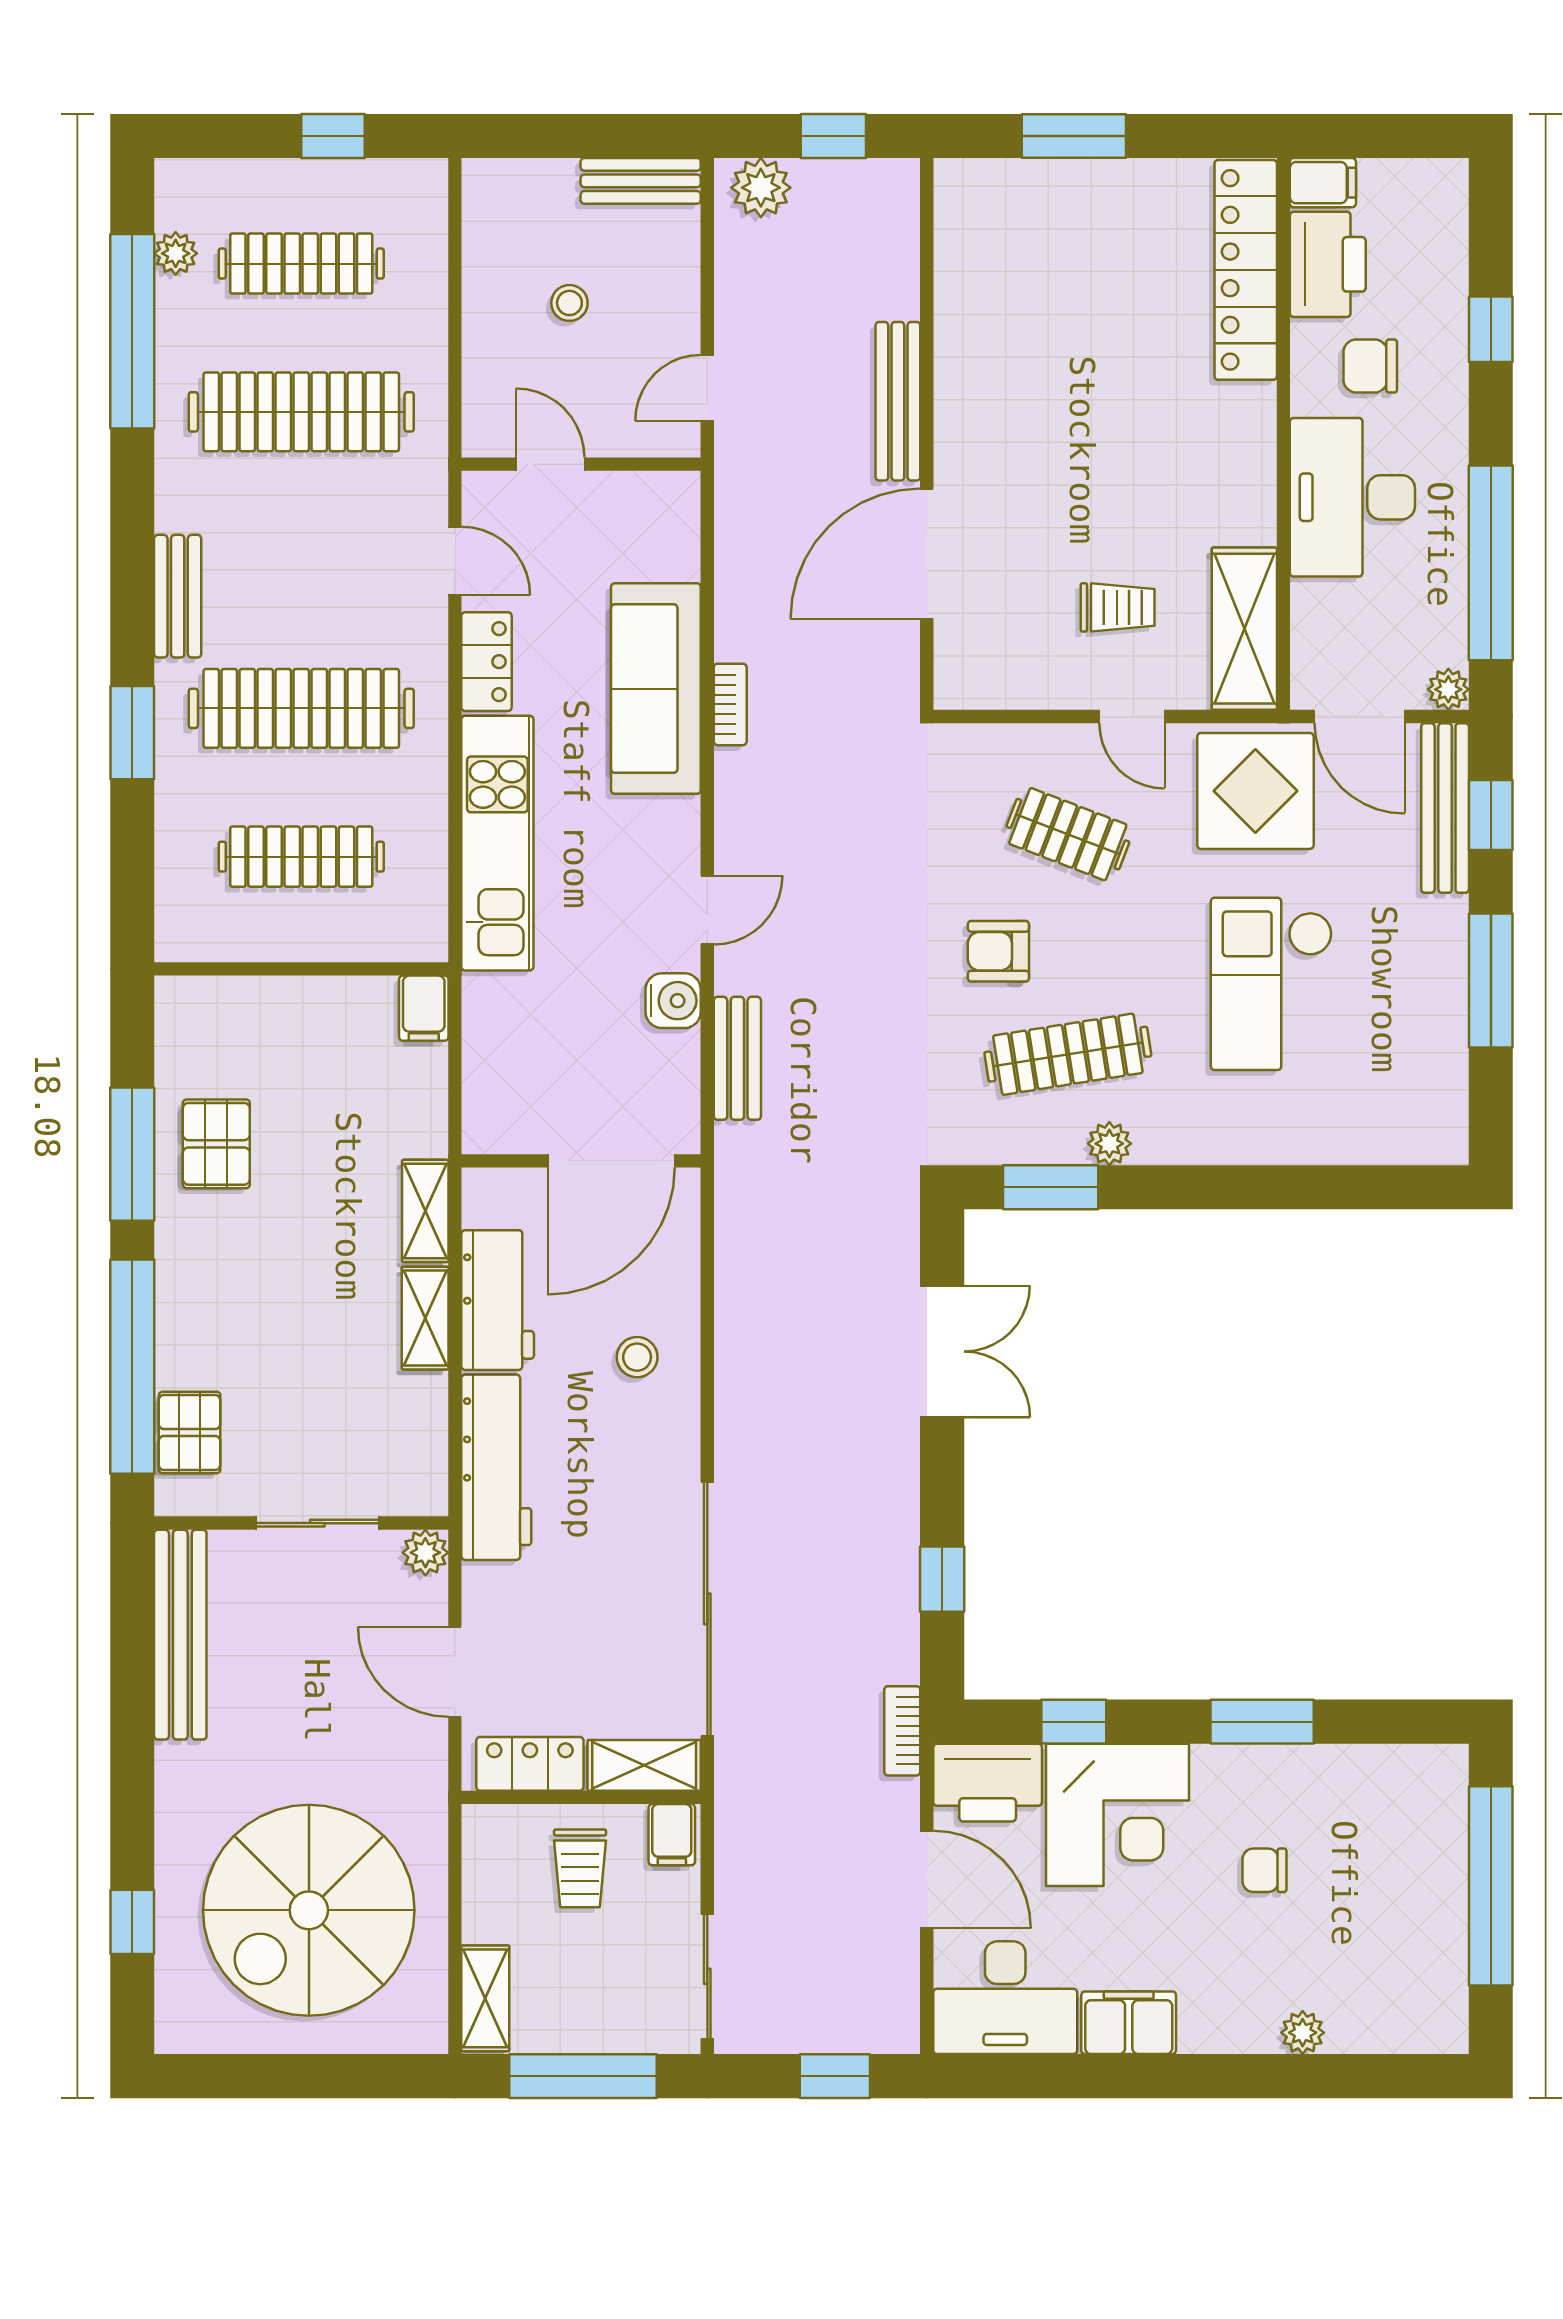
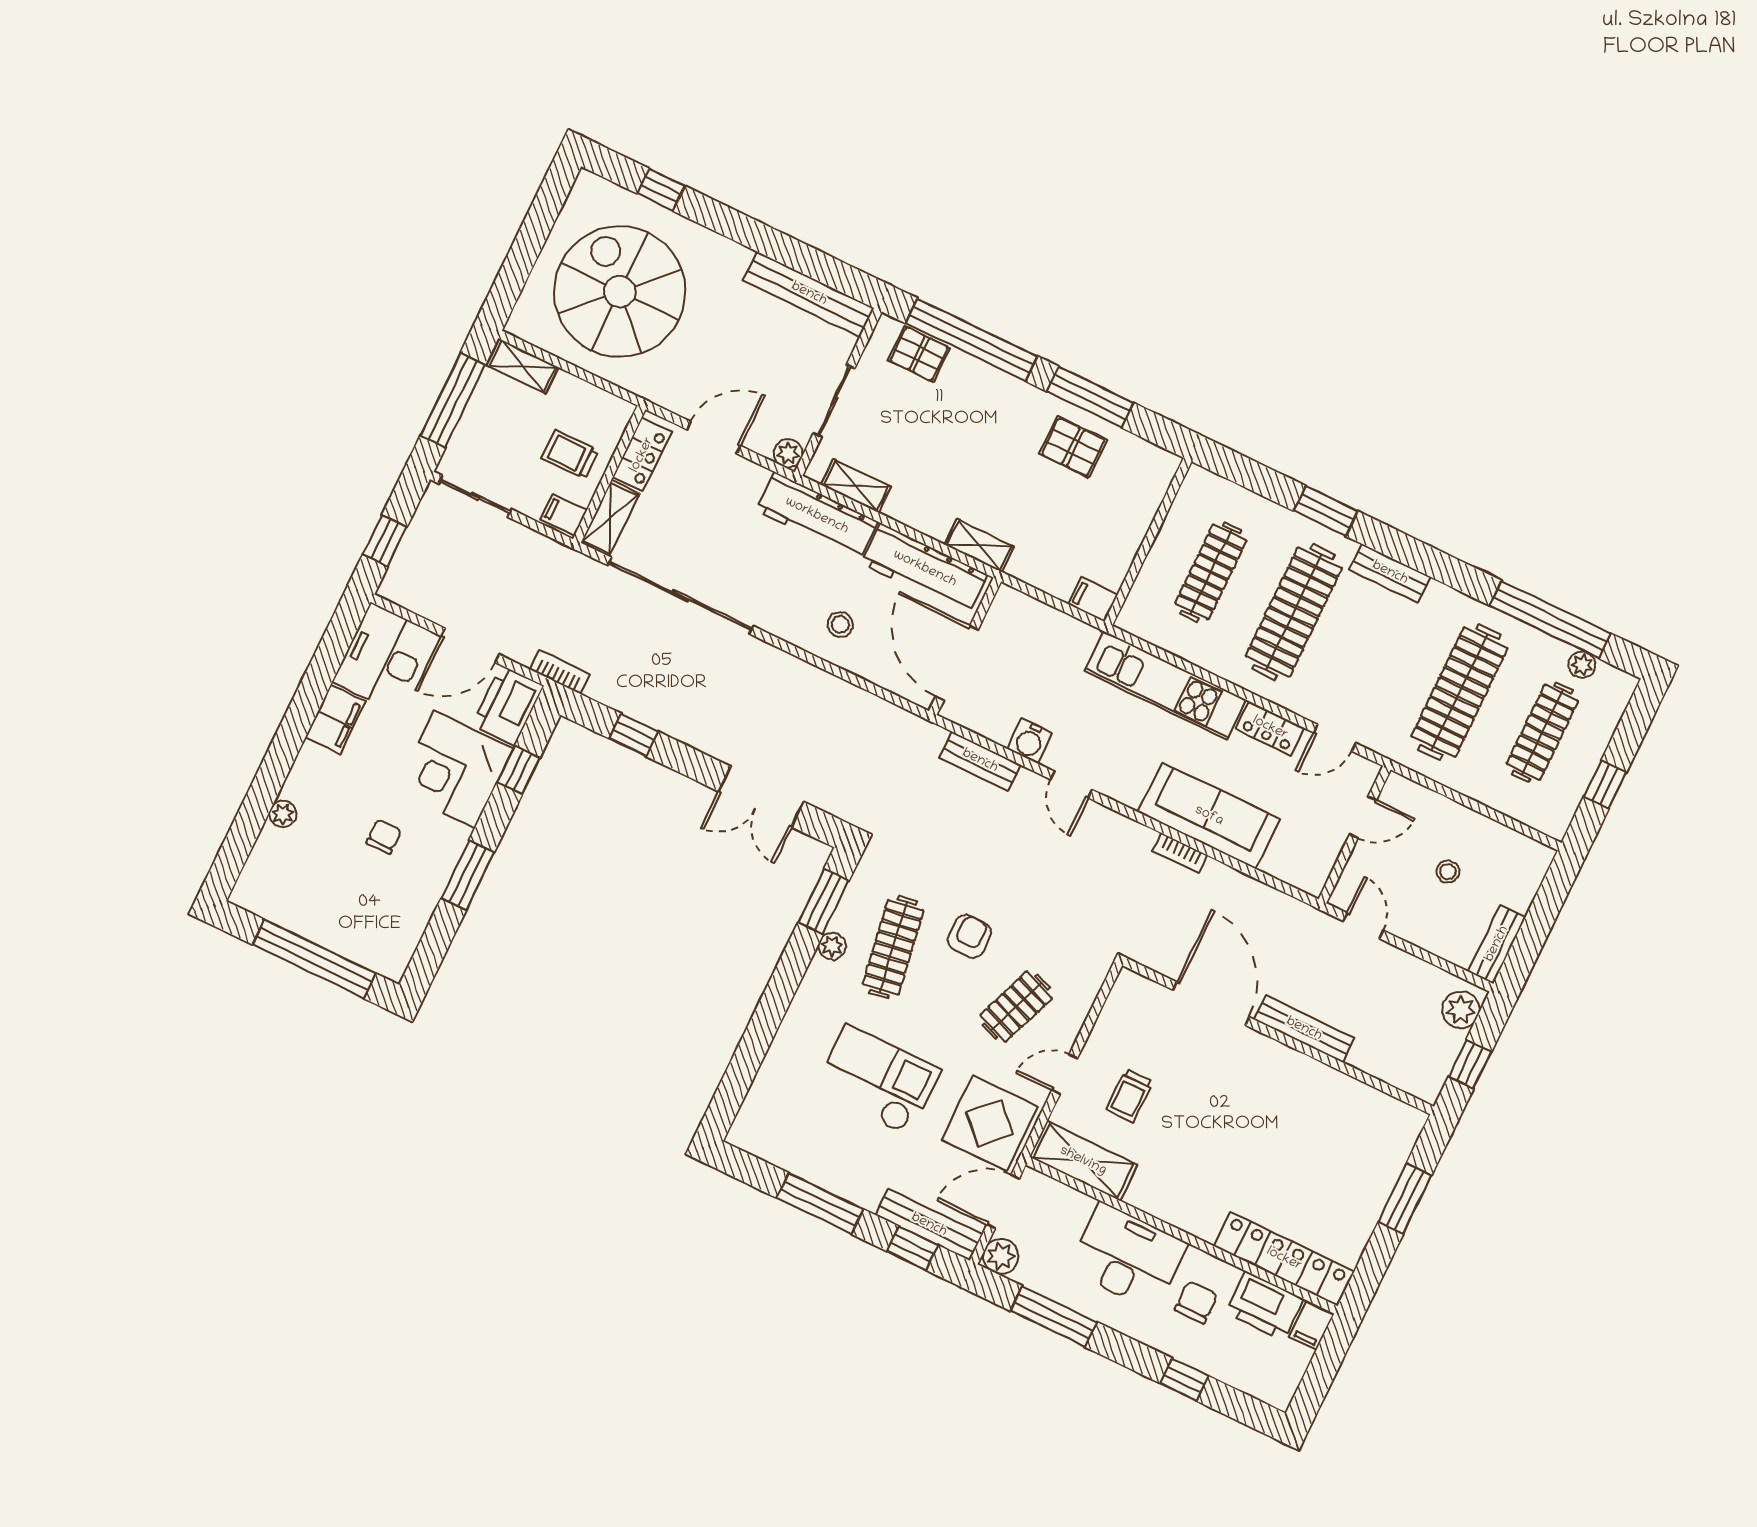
window: (1491, 563) -> (1054, 1316), width x0.68
plant: (1448, 689) -> (1001, 1256), width x1.38, depth x1.38
workbench: (498, 1300) -> (925, 569), width x1.38
shelving: (425, 1318) -> (856, 486), moved

